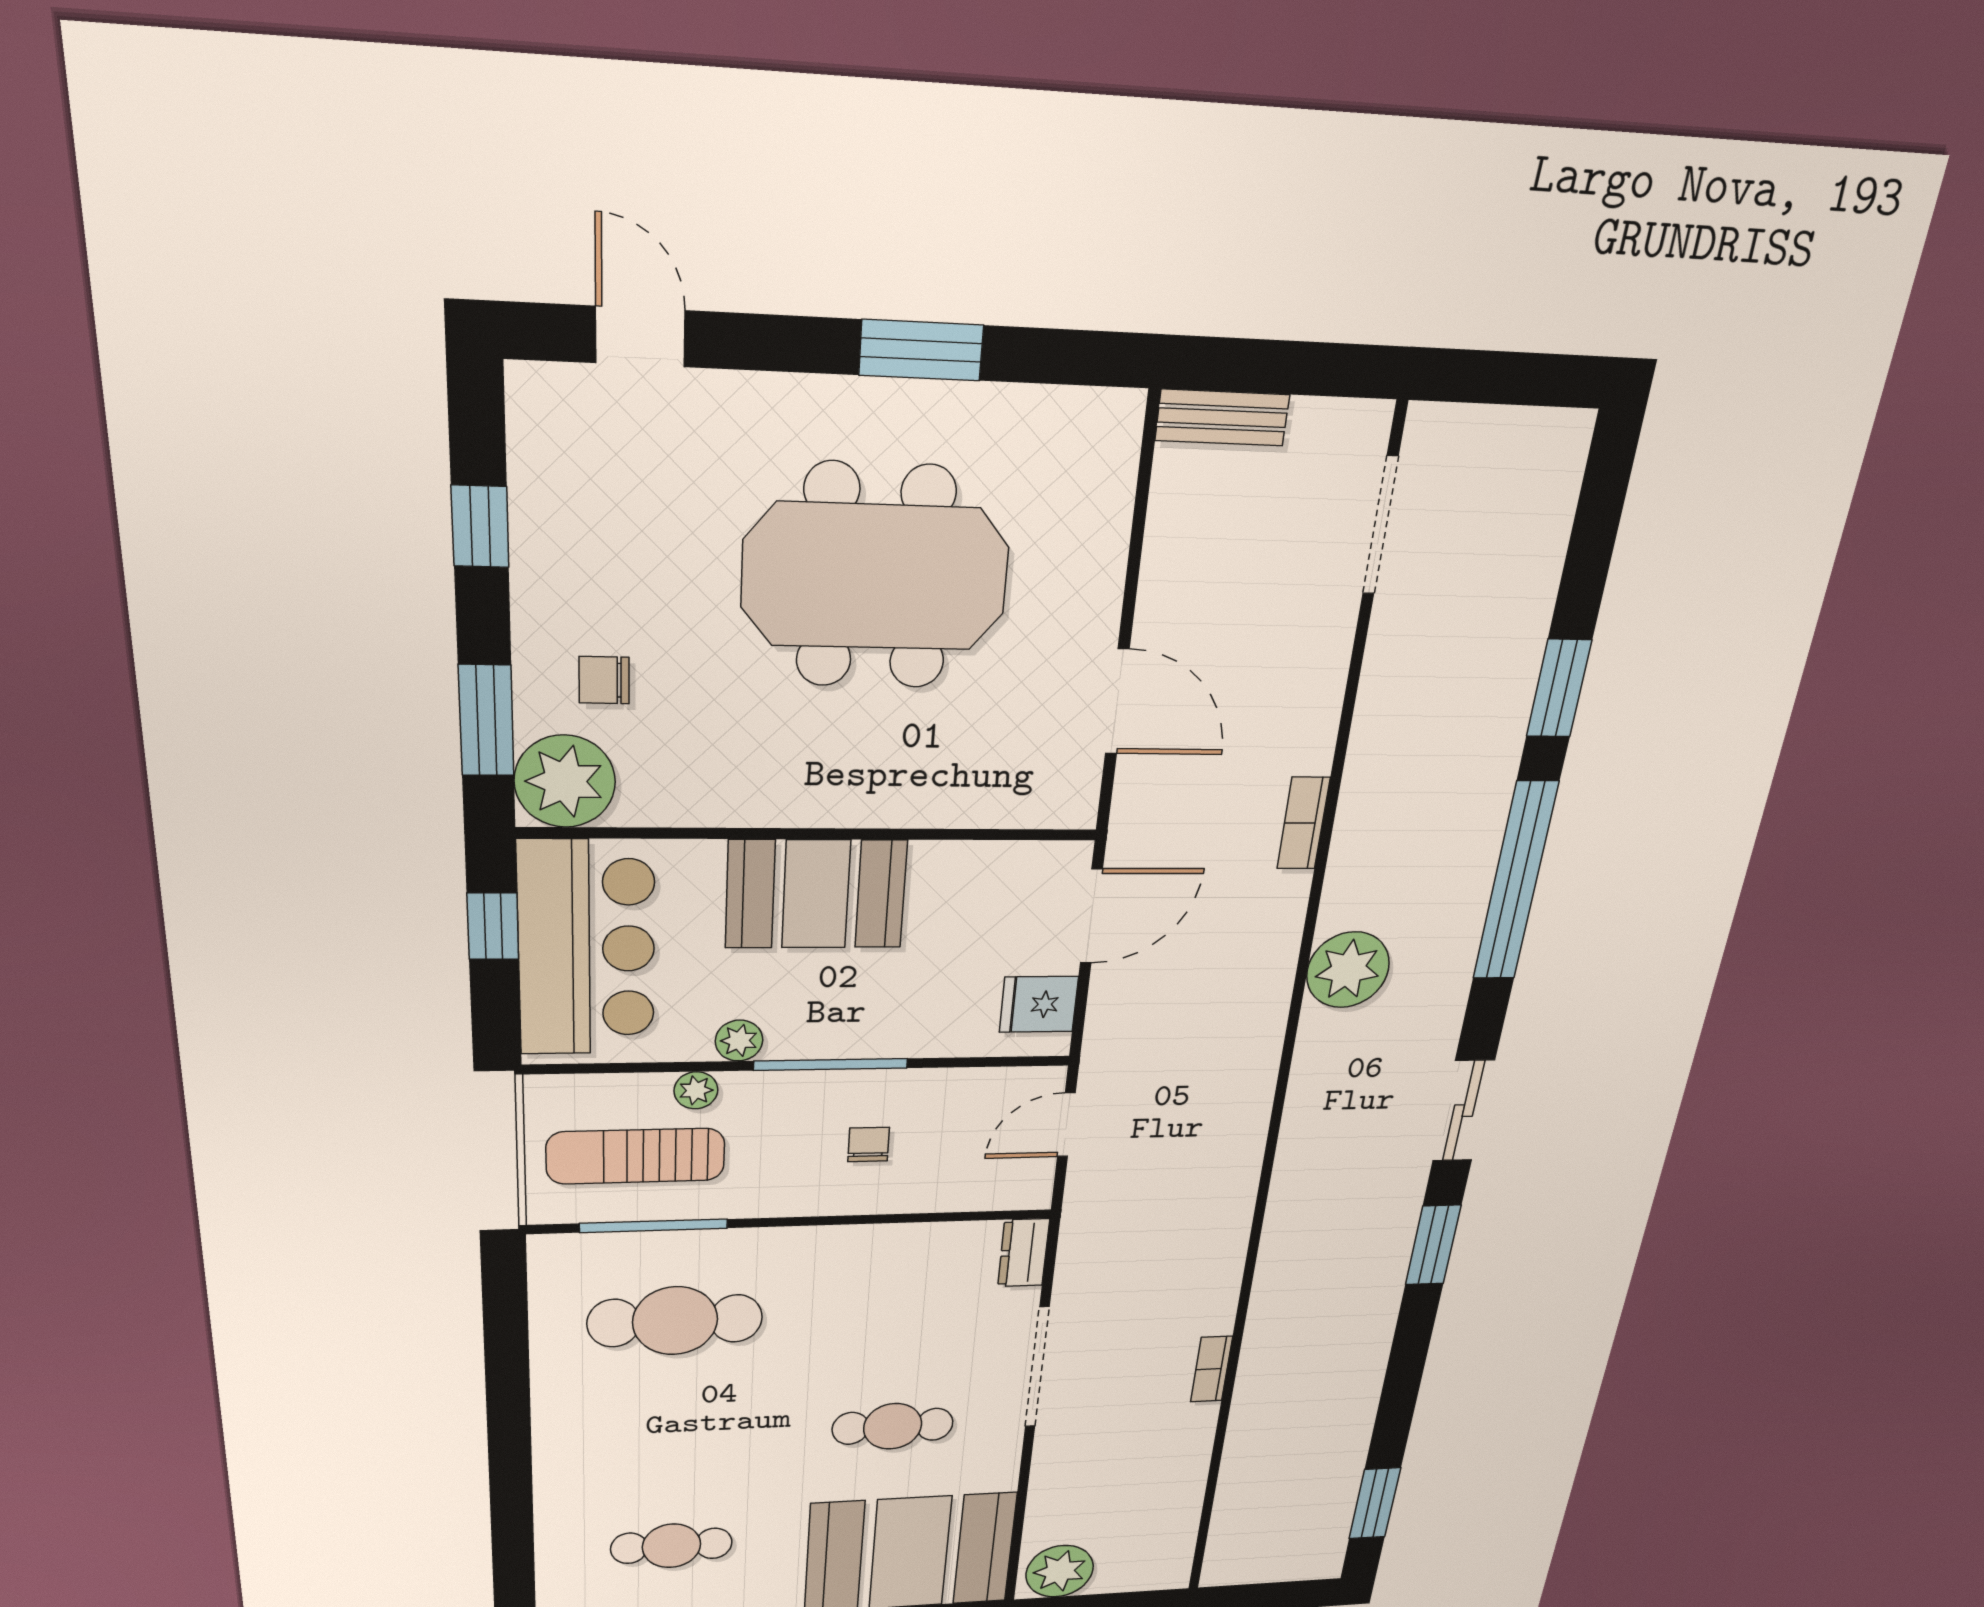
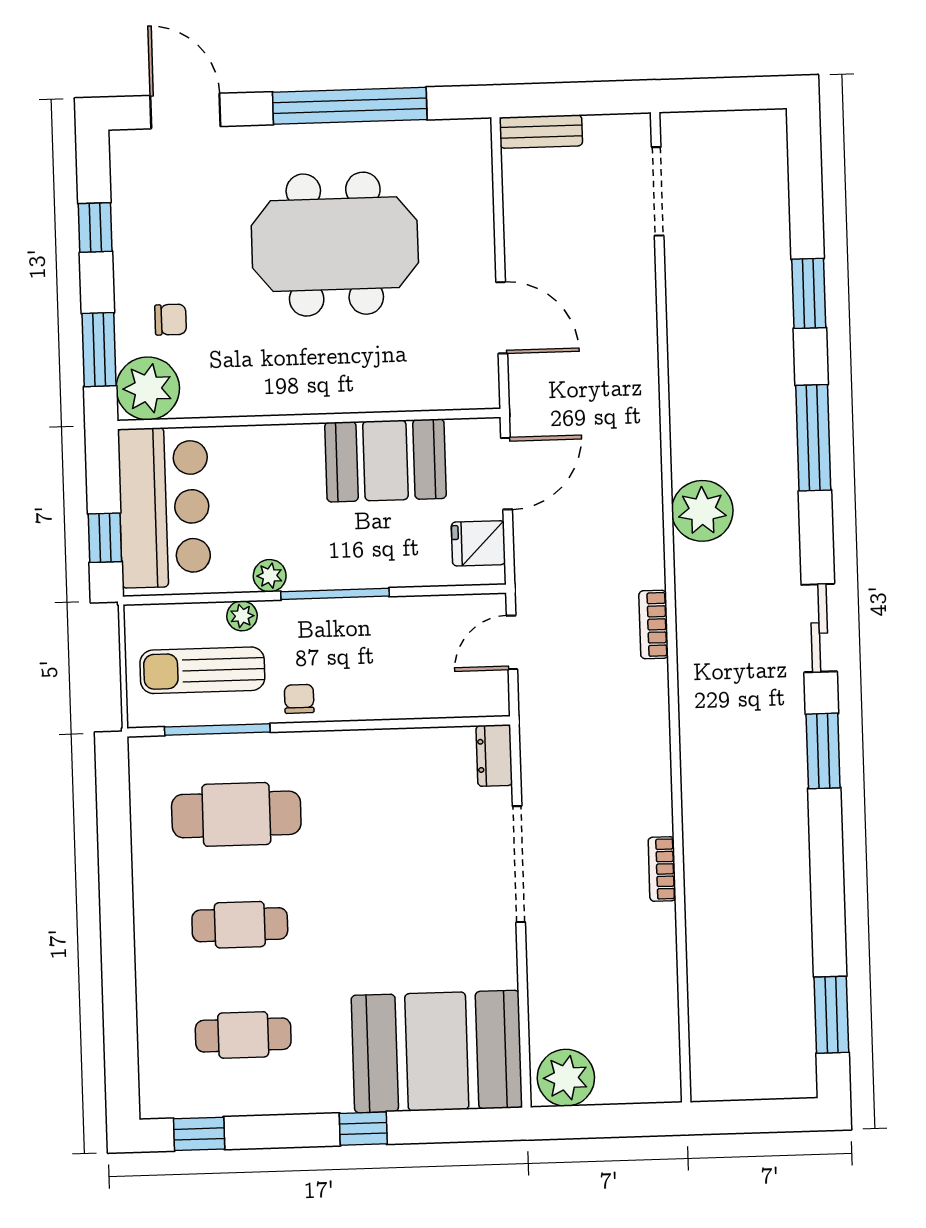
door: (640, 337) -> (185, 111), width x1.38
window: (921, 350) -> (350, 106), width x2.11
chair: (604, 680) -> (171, 320), turned 180
bookcase: (1303, 823) -> (654, 625), moved
window: (1515, 882) -> (813, 438), width x0.68
booth: (816, 894) -> (385, 460), moved
window: (493, 926) -> (105, 538), moved
chair: (869, 1144) -> (299, 699), moved
cafe table: (893, 1426) -> (240, 925), moved

